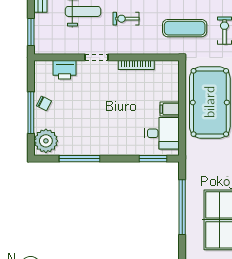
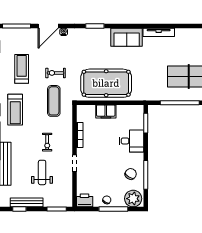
printer: (65, 70) -> (85, 200), moved, turned -90
filing cabinet: (170, 109) -> (106, 111), width x2.00
desk: (162, 133) -> (132, 141), moved, turned 90
chair: (81, 137) -> (131, 174), added

